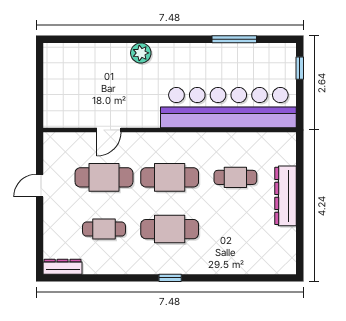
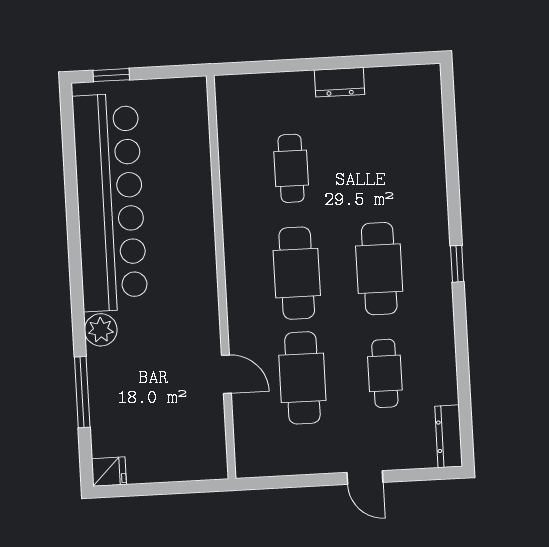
window: (234, 39) -> (82, 392), moved
fridge: (52, 53) -> (109, 472), added
bar counter: (228, 108) -> (110, 202), moved, turned 180
door: (40, 186) -> (365, 477), moved
dresser: (285, 196) -> (340, 82), width x0.51, depth x0.80

